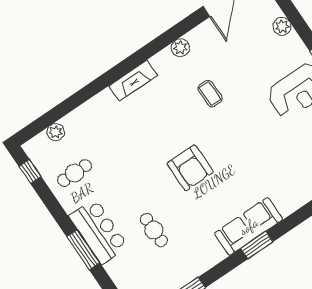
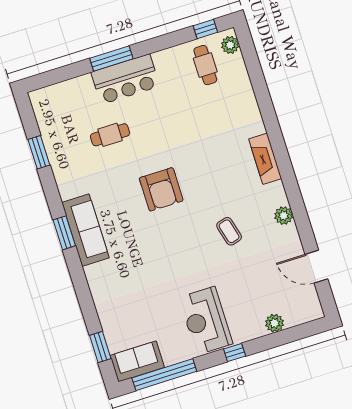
coffee table: (210, 94) -> (229, 231), turned 75
plant: (56, 132) -> (230, 45), moved
armchair: (190, 168) -> (161, 189), turned -90
cafe table: (75, 173) -> (205, 65), moved

